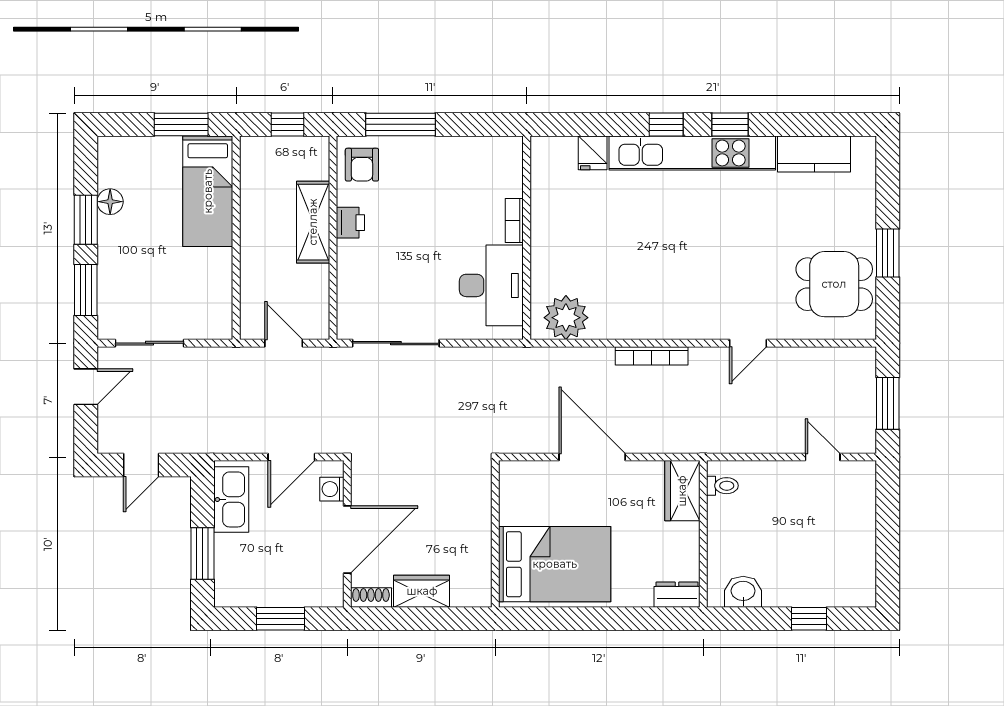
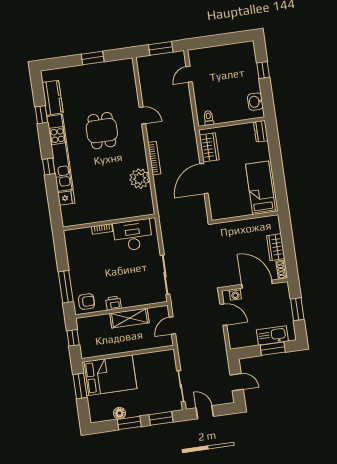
window: (730, 124) -> (41, 115), moved
bed: (208, 191) -> (109, 375), width x1.50
shelving: (313, 222) -> (129, 318), moved
dining table: (834, 284) -> (102, 131), moved
plant: (566, 318) -> (140, 179), moved
wardrobe: (682, 491) -> (209, 147), moved, turned -90
kitchen sink: (231, 499) -> (272, 335), moved
bed: (555, 564) -> (261, 188), width x0.67

